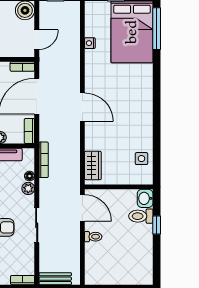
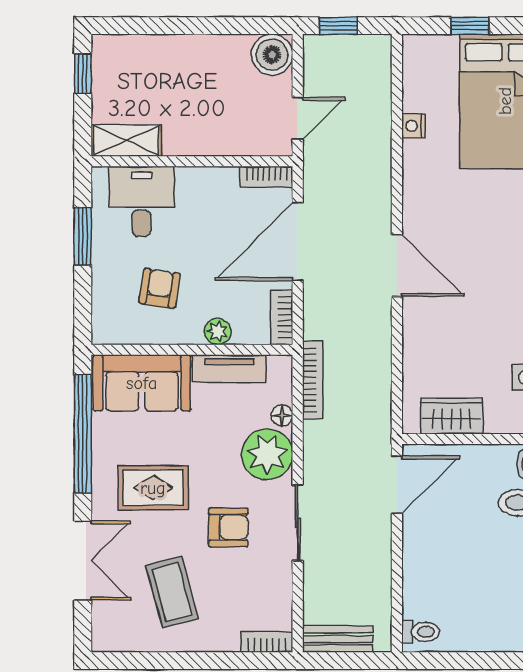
wardrobe: (93, 165) -> (452, 416), moved, turned -90
plant: (28, 188) -> (267, 454), width x1.88, depth x1.88
door: (82, 208) -> (397, 485), hinge flipped
toilet: (93, 237) -> (421, 632), moved

